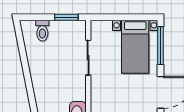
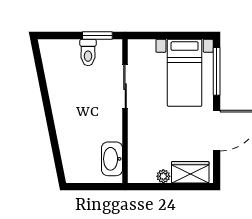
toilet: (42, 31) -> (88, 52), moved

